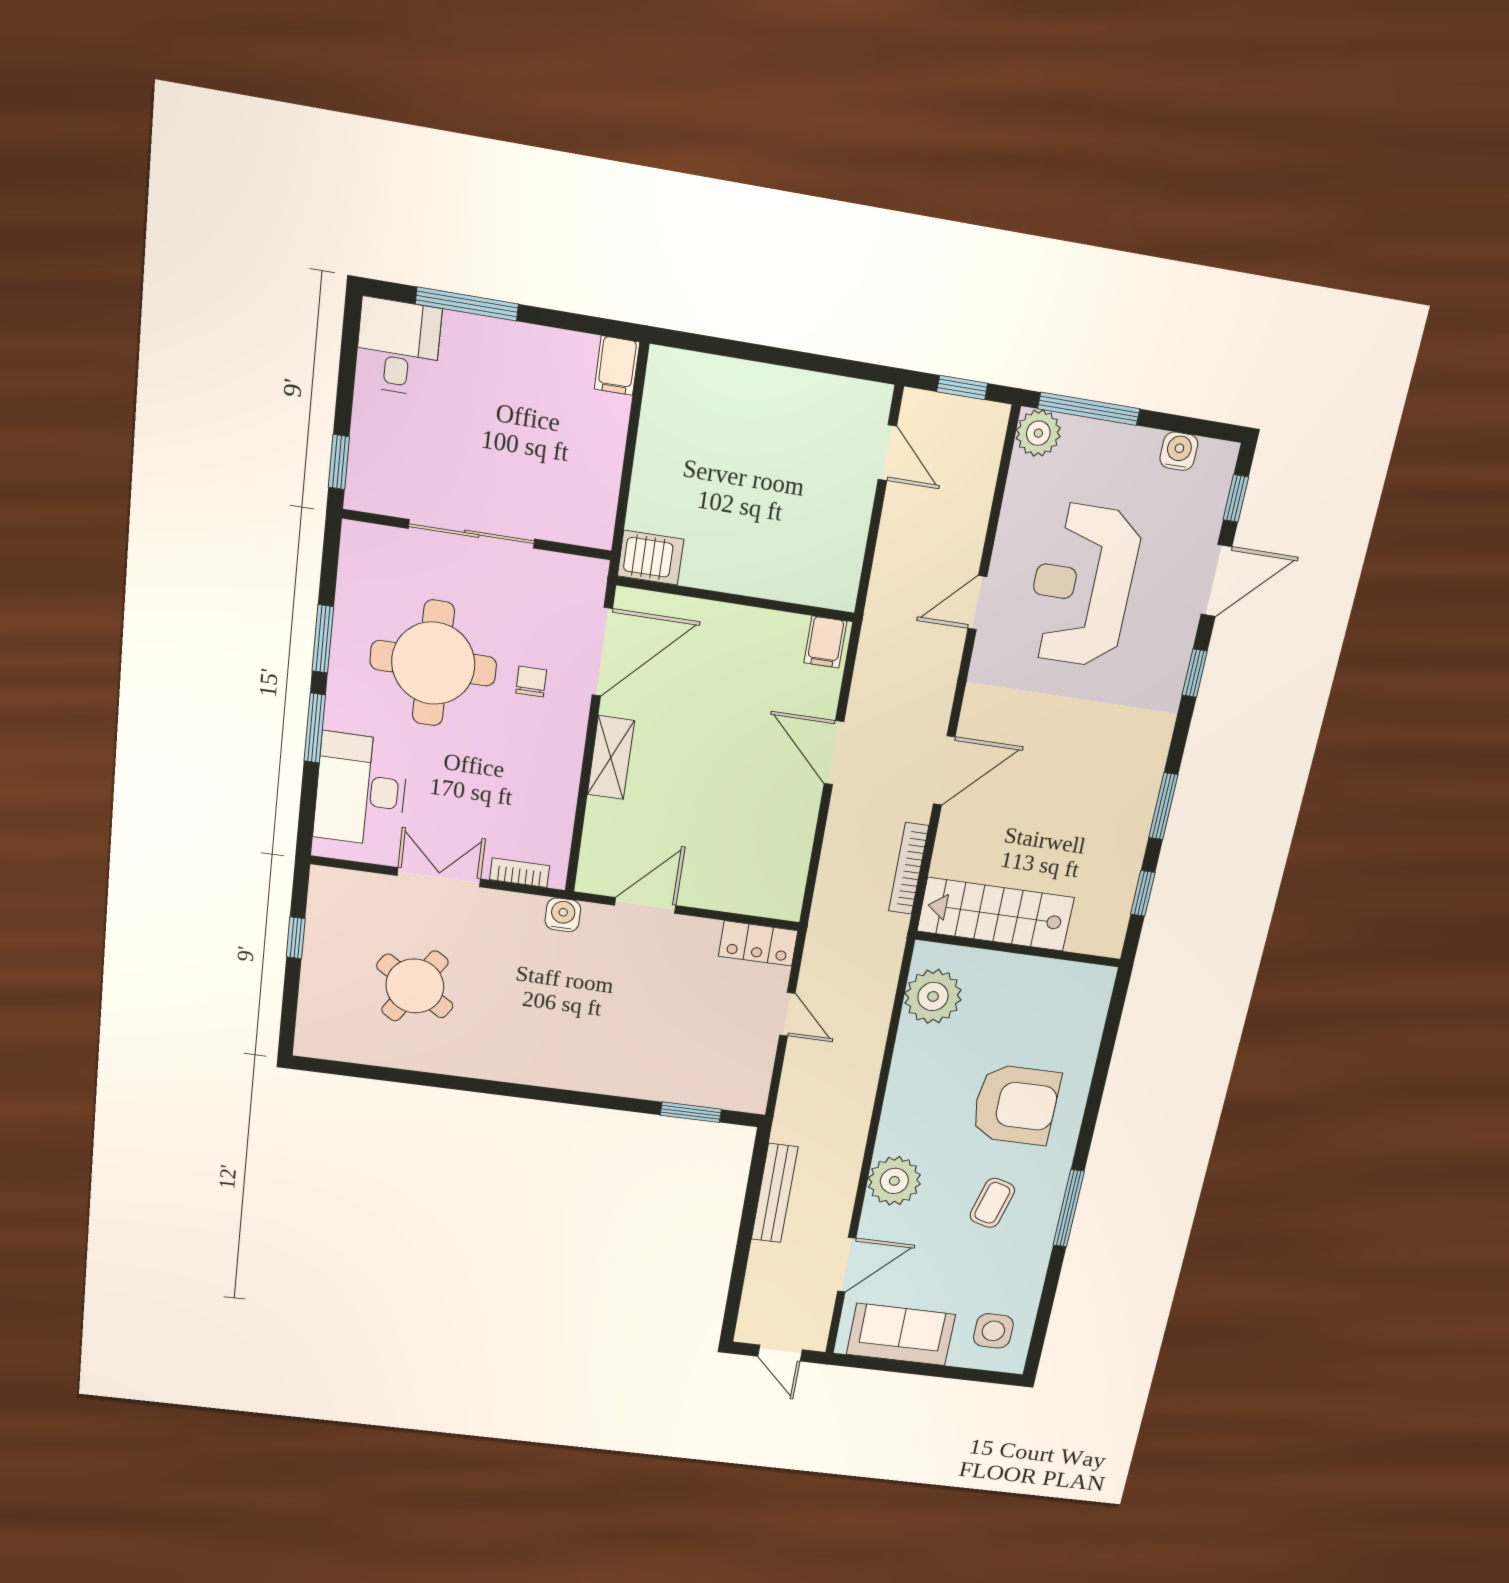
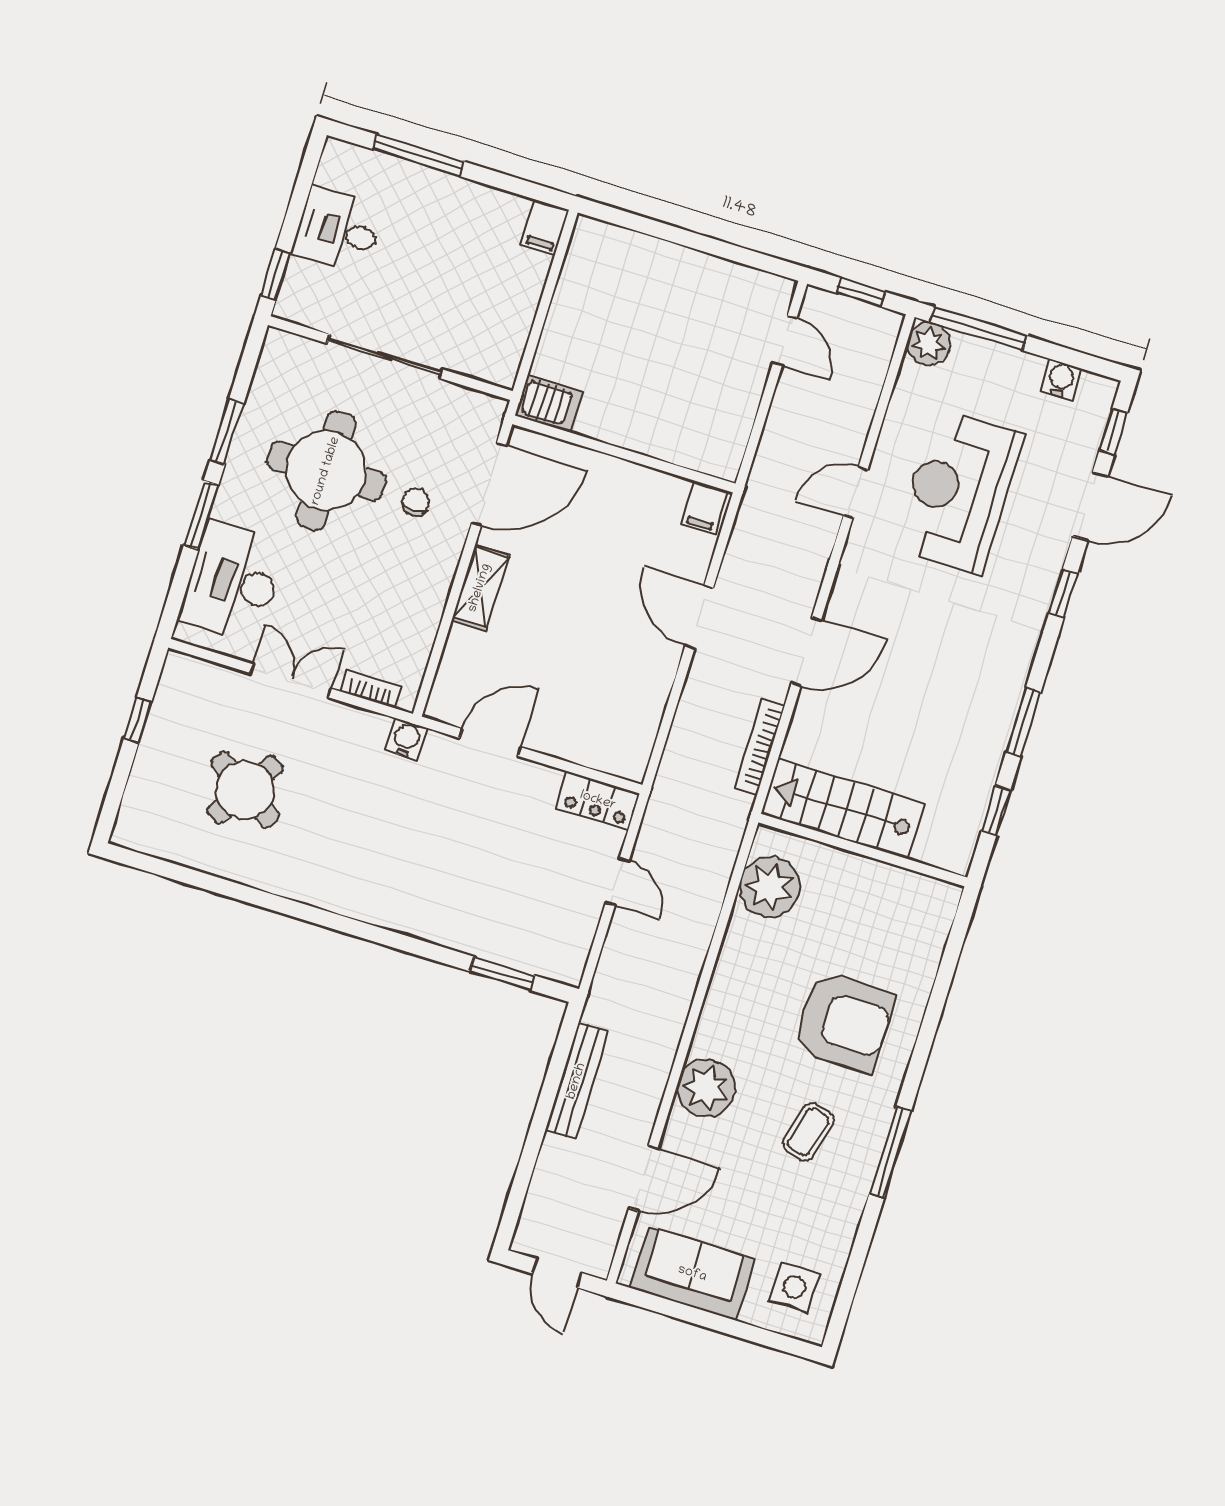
desk: (398, 347) -> (338, 231), moved, turned -90

